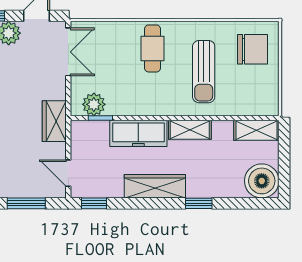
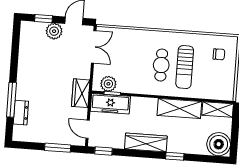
cafe table: (153, 48) -> (161, 65), moved
chair: (252, 49) -> (219, 54), width x0.54, depth x0.54
shelving: (190, 130) -> (179, 108), width x1.50, depth x1.33
freezer: (138, 133) -> (110, 104), moved

